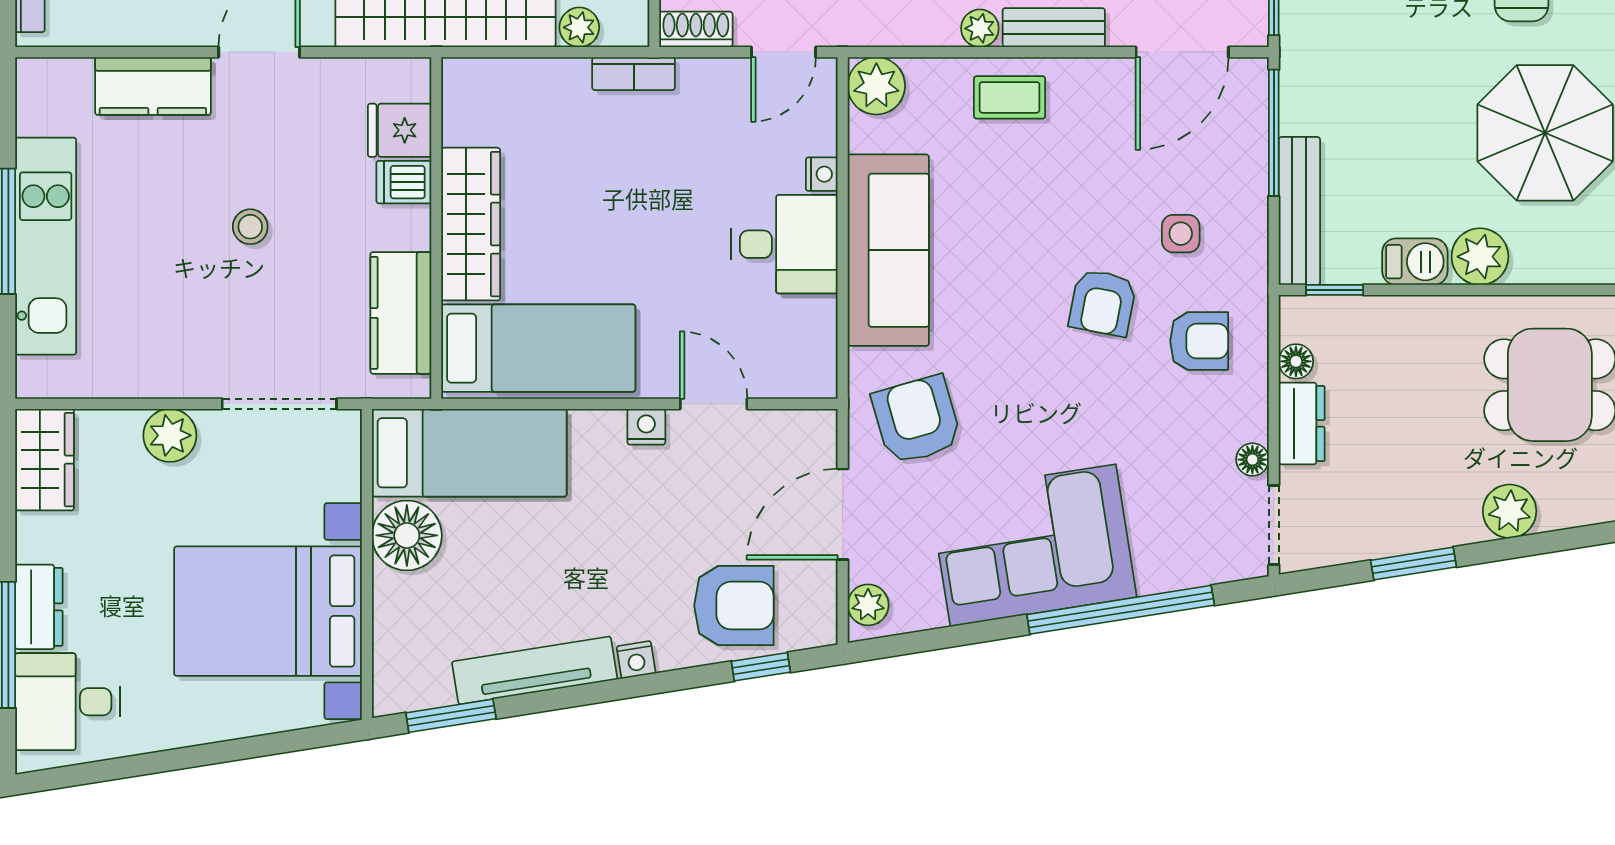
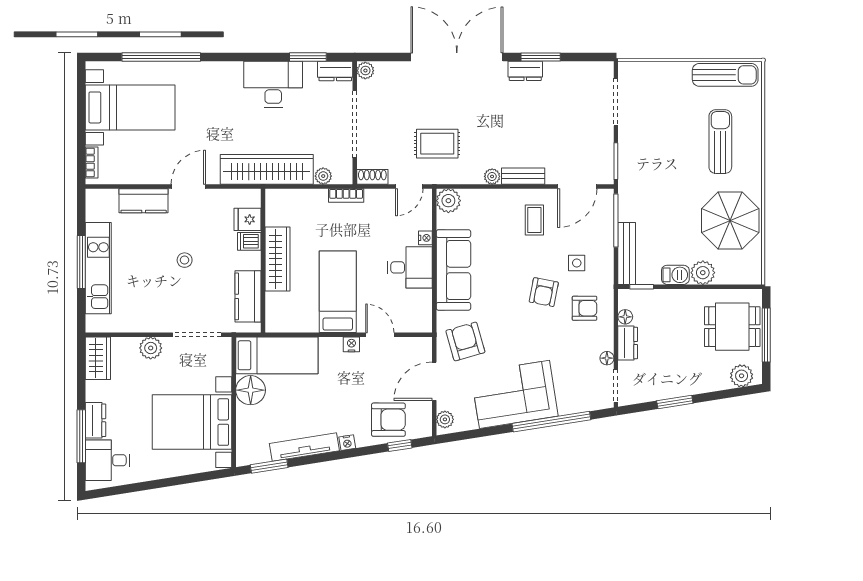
coffee table: (1010, 97) -> (534, 220), moved, turned 90
bed: (538, 348) -> (338, 292), moved, turned -90
plant: (1510, 511) -> (742, 376), moved

